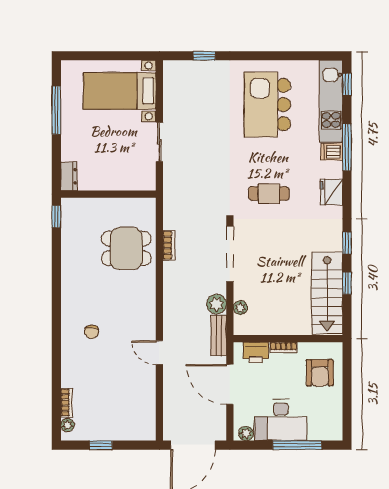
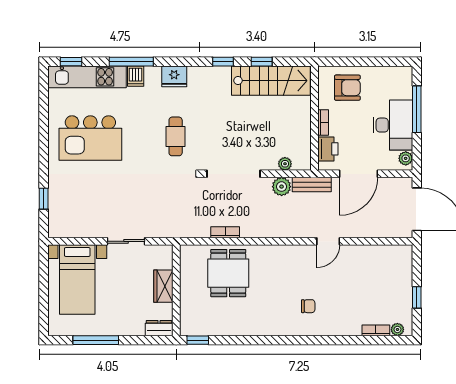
wardrobe: (113, 181) -> (163, 286), added

